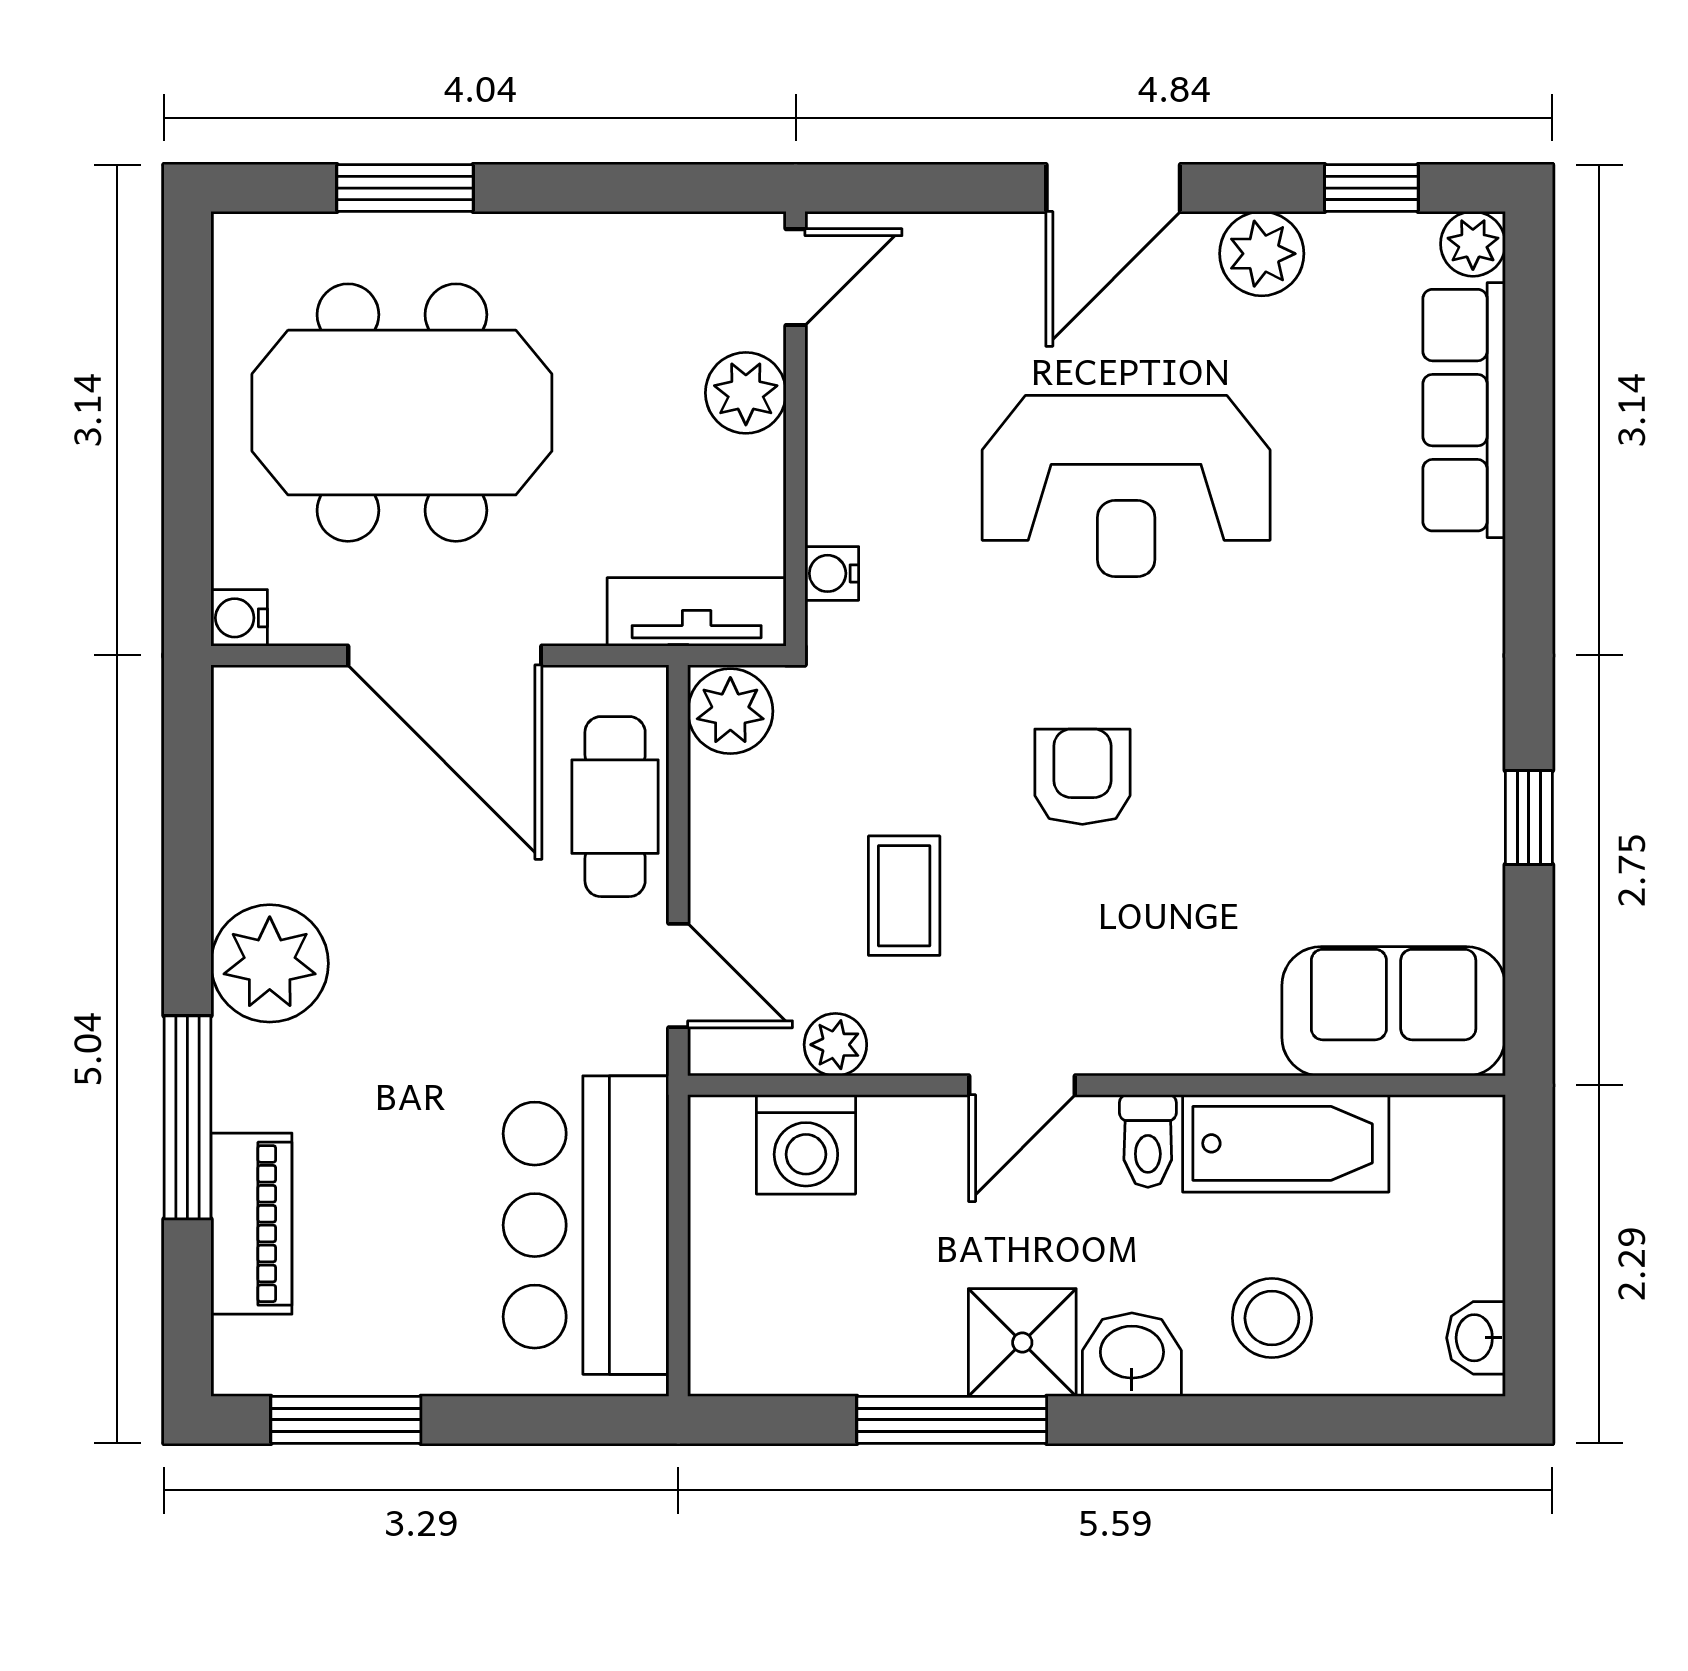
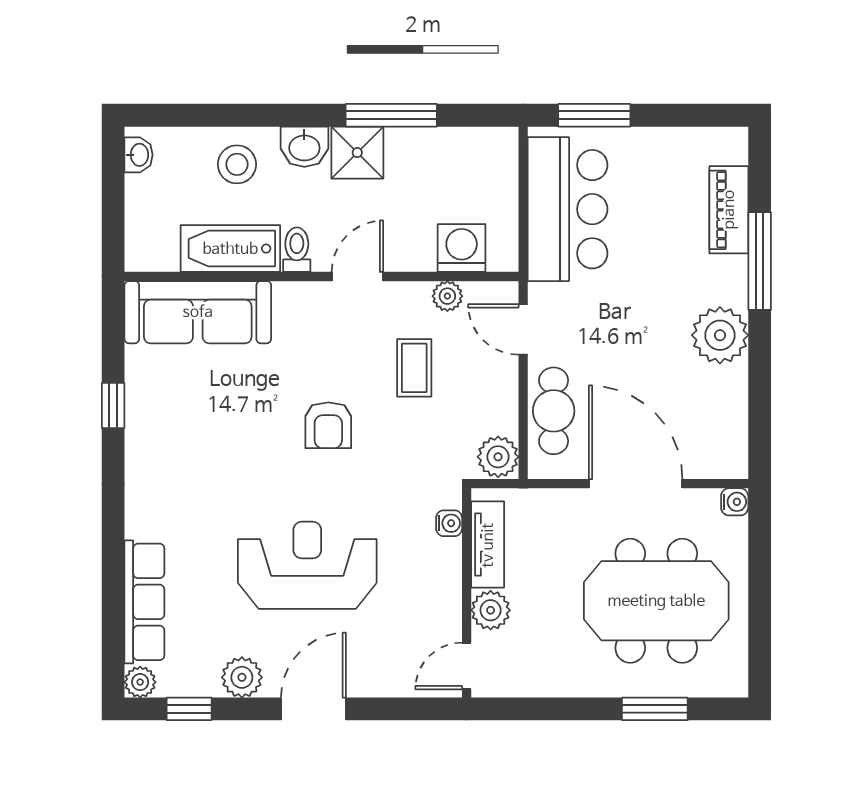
tv unit: (697, 612) -> (488, 545), moved, turned -90
sofa: (1394, 1011) -> (198, 312), width x1.36
window: (346, 1420) -> (594, 115), moved

